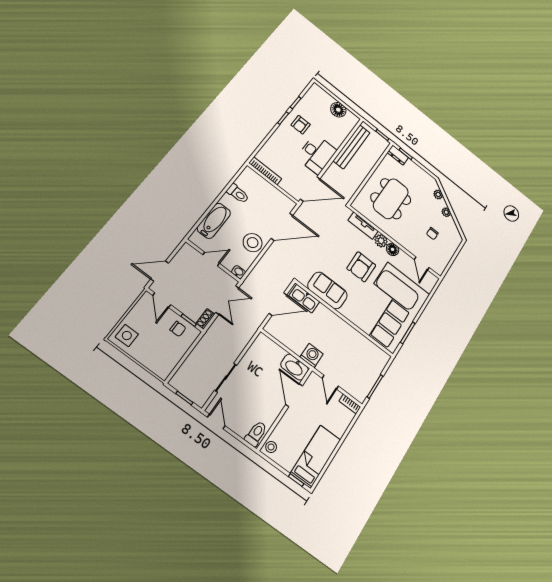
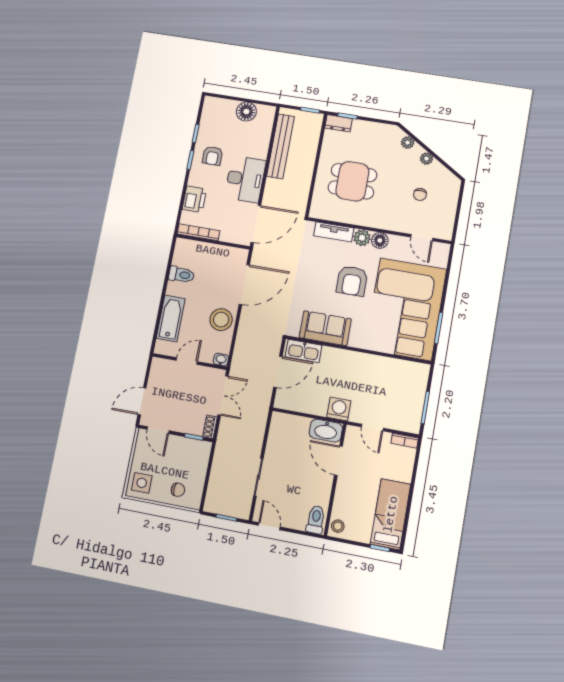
printer: (273, 146) -> (194, 199), added
dining table: (391, 199) -> (352, 181), width x0.73
chair: (178, 329) -> (178, 490), moved

